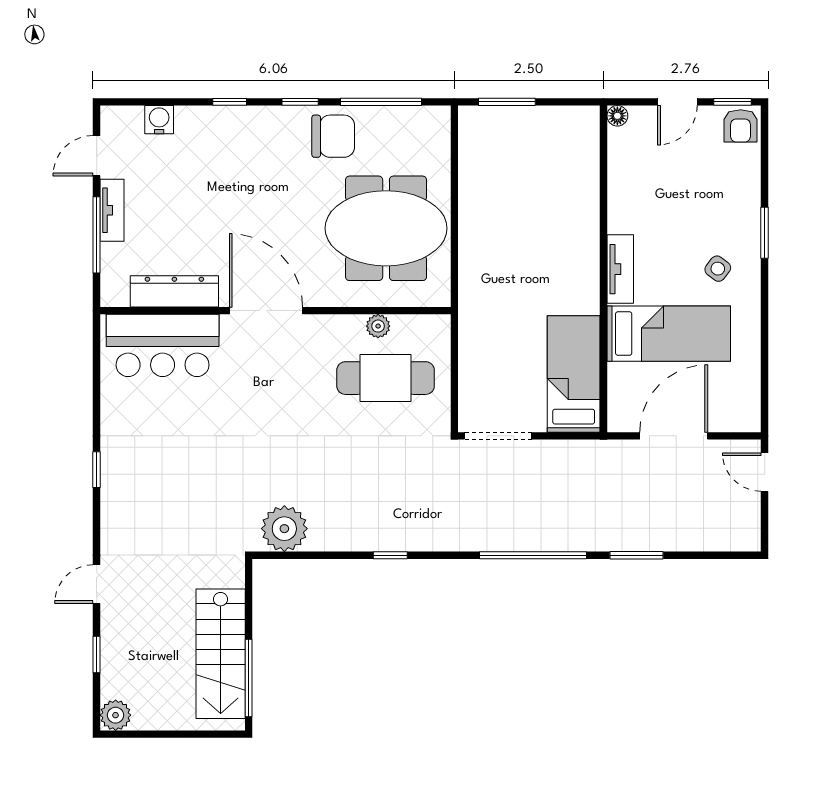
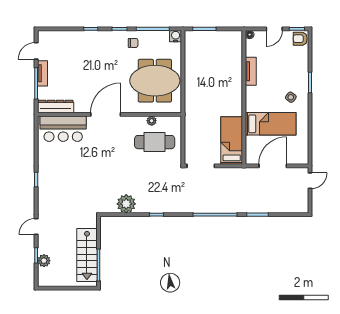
water cooler: (159, 120) -> (176, 36), moved
armchair: (741, 126) -> (300, 39), turned 90
chair: (333, 136) -> (133, 43), width x0.54, depth x0.54
tv unit: (620, 269) -> (251, 71), moved
dresser: (174, 291) -> (56, 107), moved
door: (266, 311) -> (106, 114), hinge flipped
door: (765, 472) -> (310, 181), swing flipped
plant: (284, 529) -> (126, 204), moved
plant: (116, 715) -> (44, 261), moved

